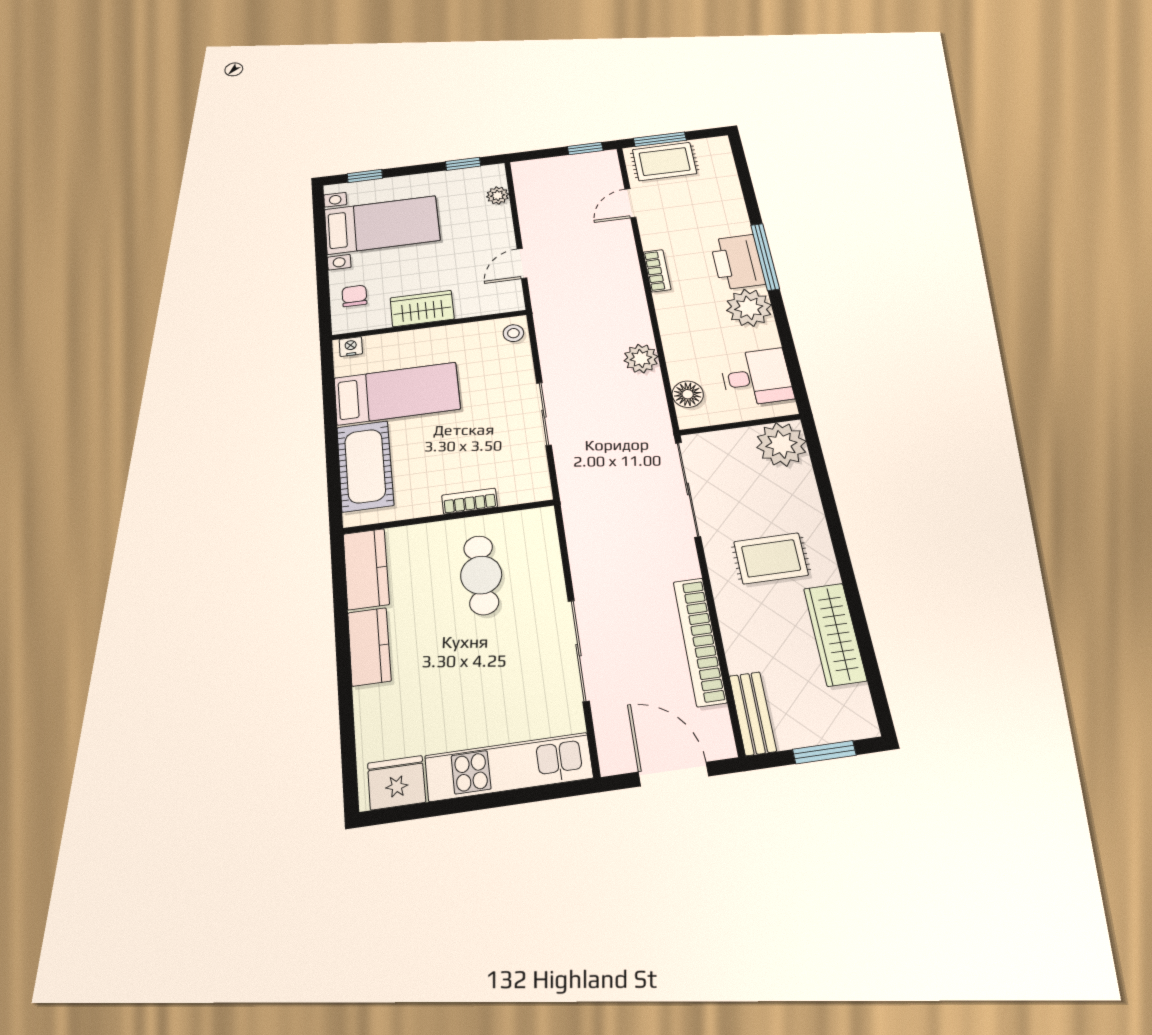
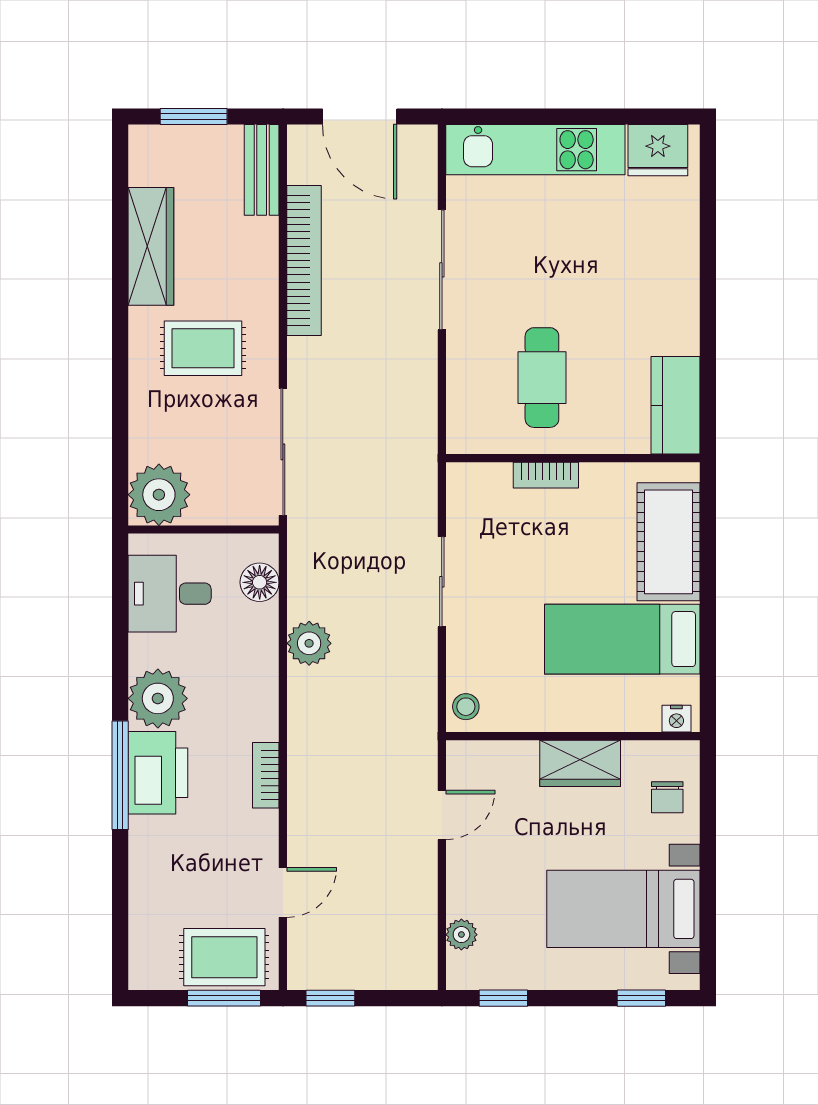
kitchen counter: (369, 647) -> (678, 309), removed

